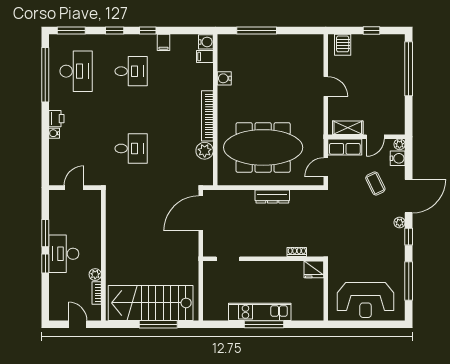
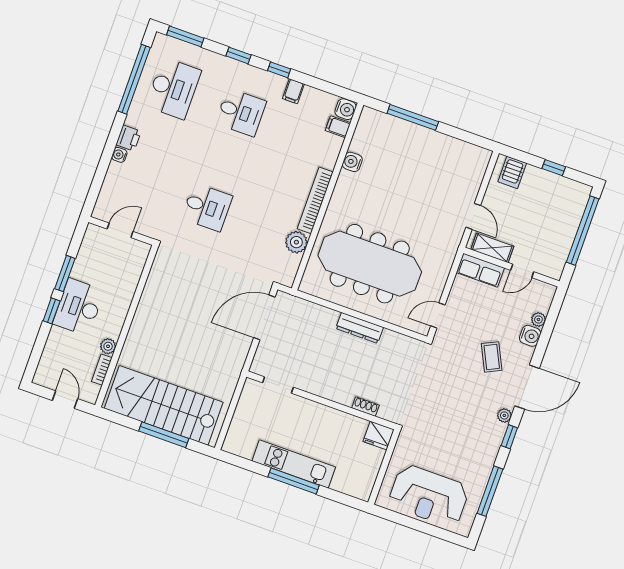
shelving: (348, 128) -> (492, 248), moved
wall: (366, 137) -> (511, 267), moved
door: (375, 137) -> (522, 271), moved
row of seats: (345, 147) -> (480, 270), moved

